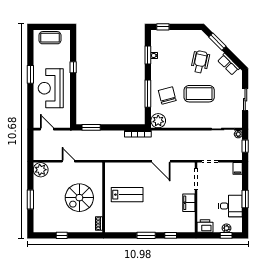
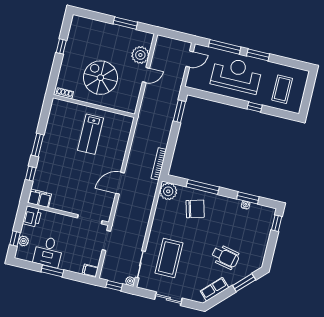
coffee table: (50, 38) -> (282, 89), moved
coffee table: (199, 94) -> (169, 258), moved
window: (30, 103) -> (225, 47), added
plant: (41, 170) -> (140, 55), moved
window: (30, 200) -> (125, 23), moved
filing cabinet: (189, 203) -> (39, 198), moved

